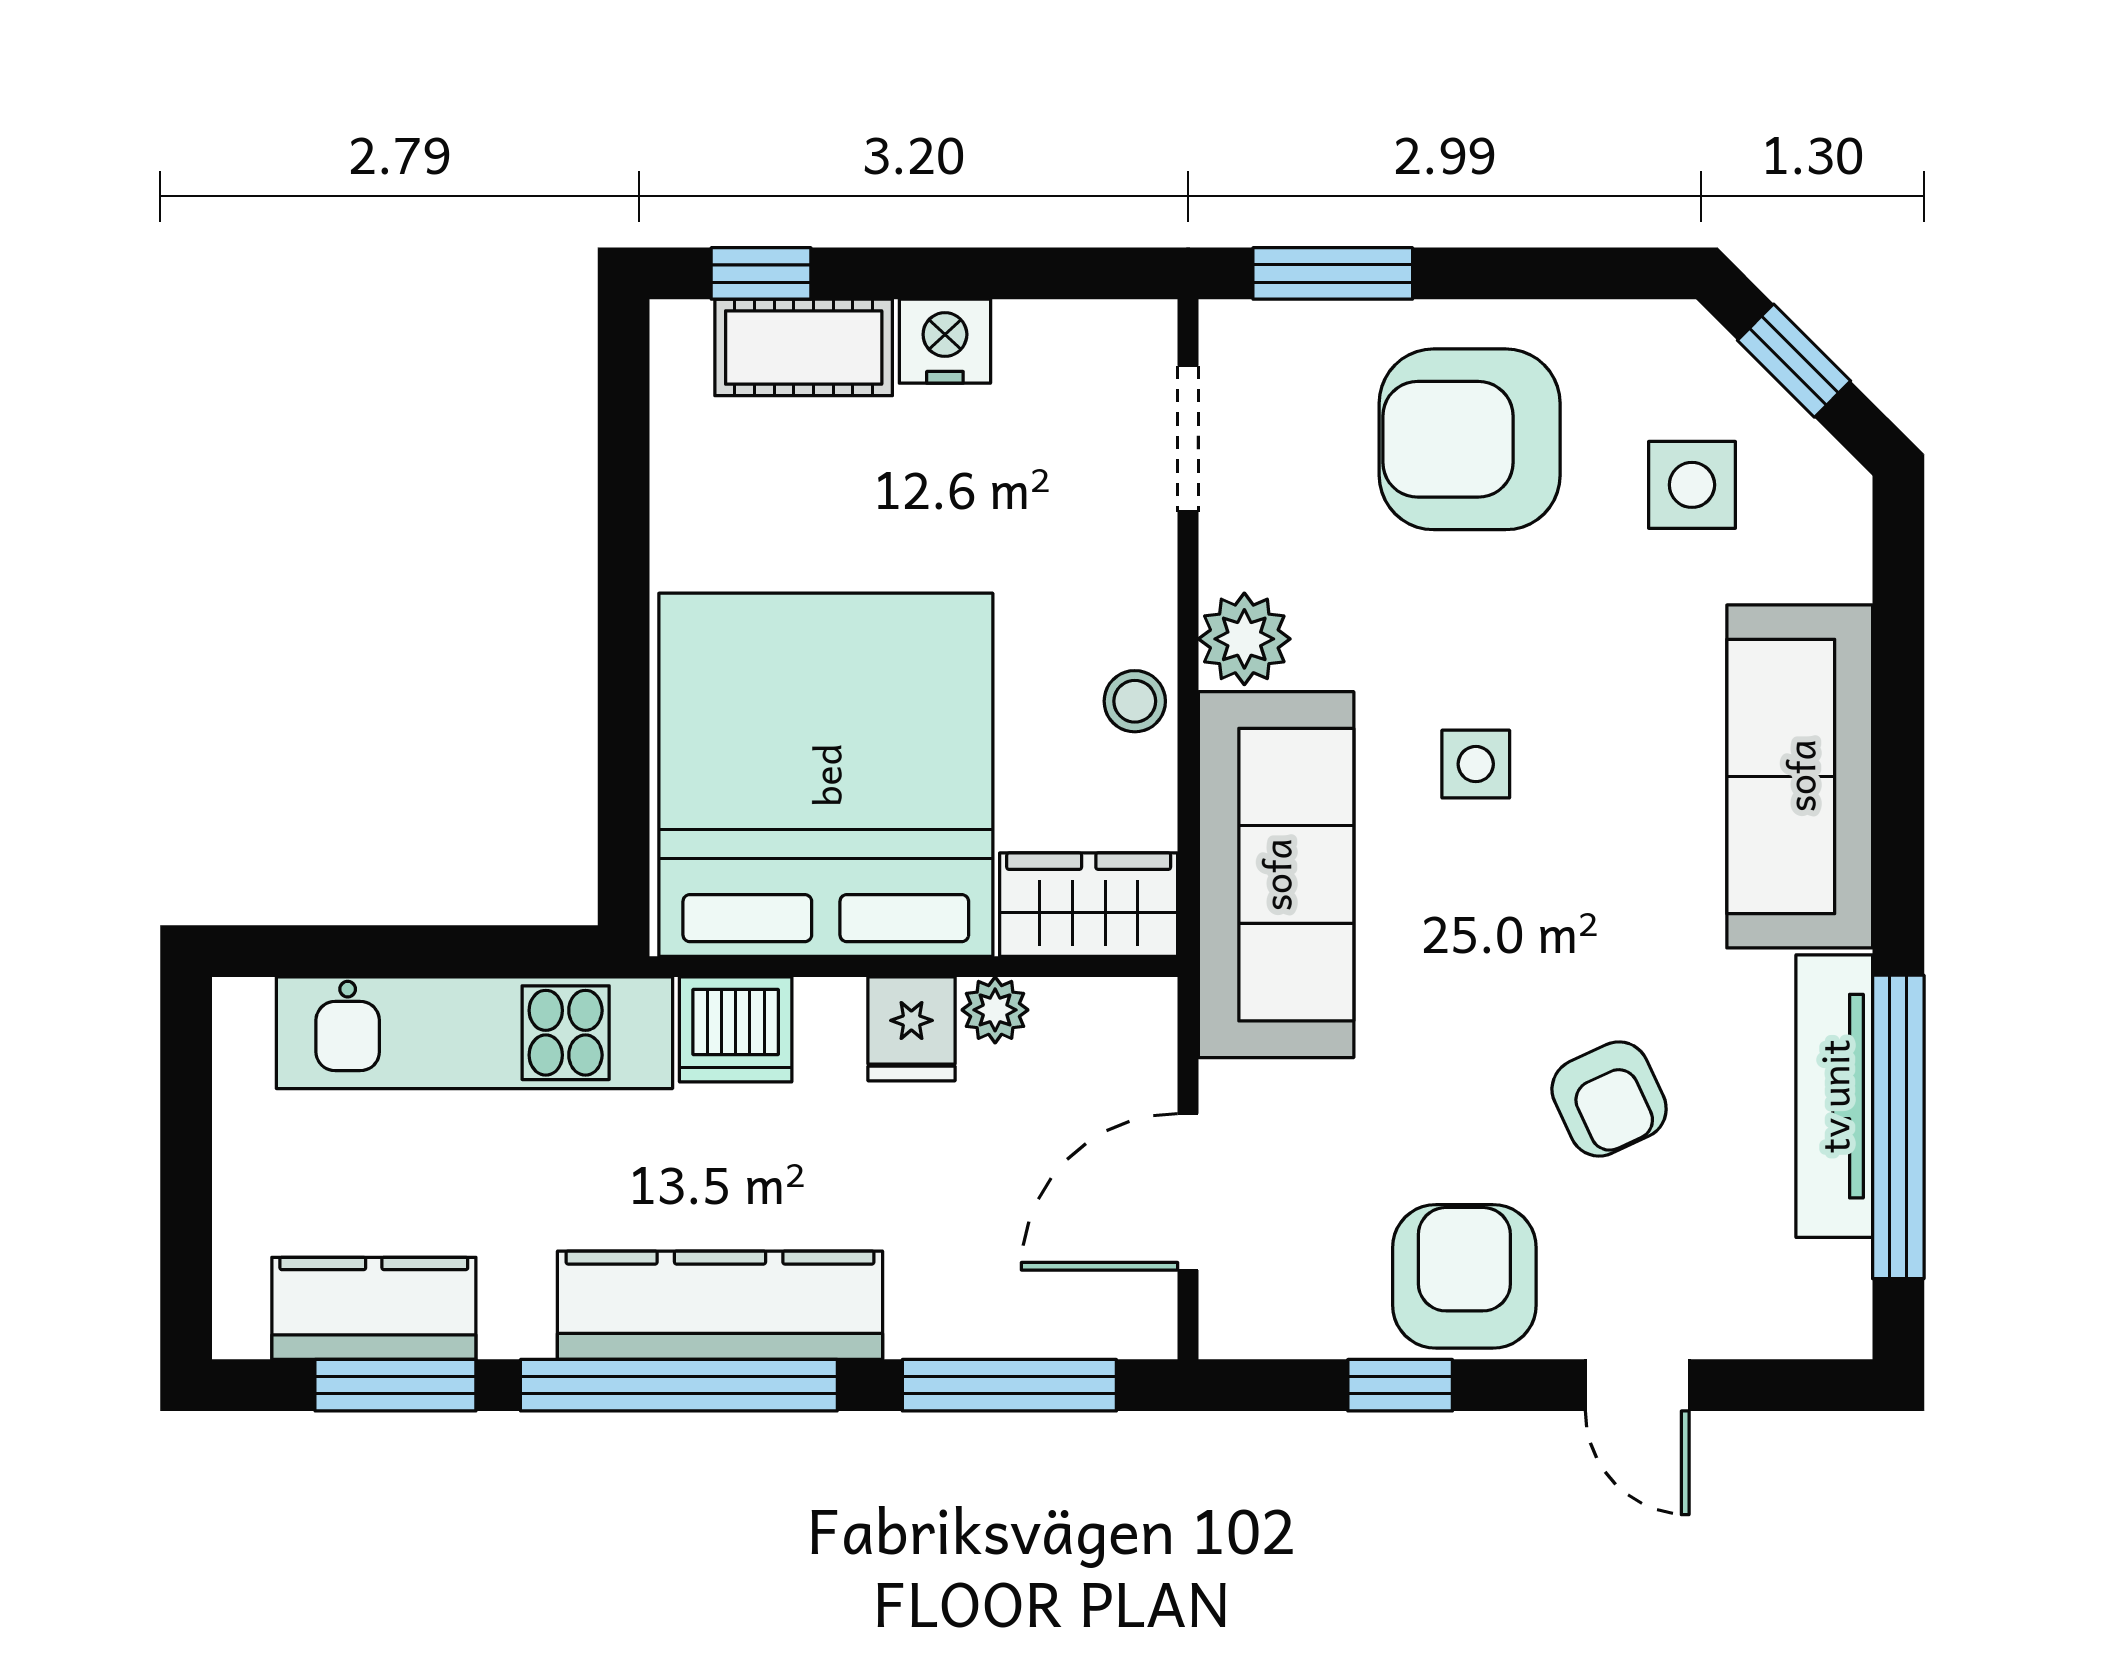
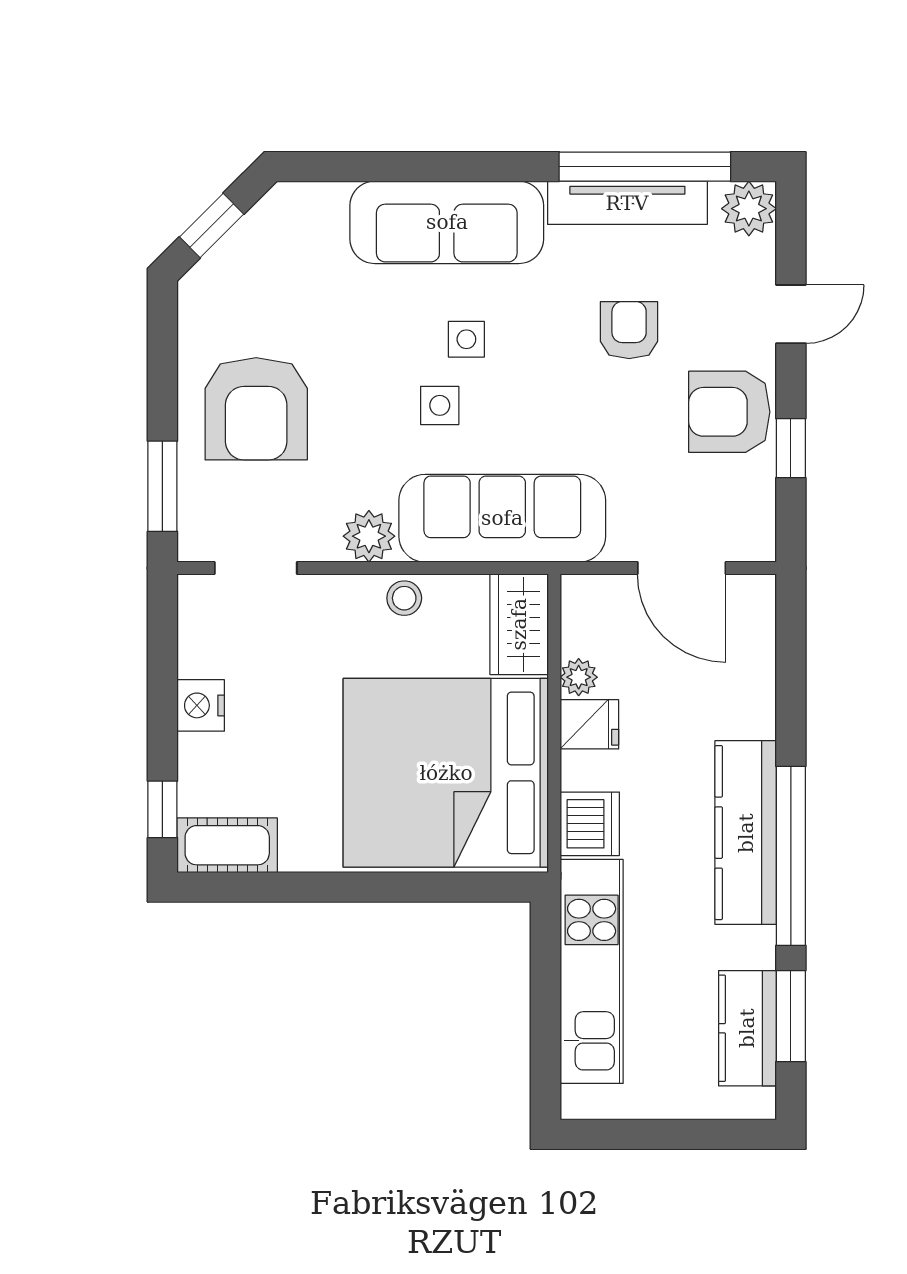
cot: (804, 347) -> (227, 845), moved, turned 90
side table: (1692, 485) -> (466, 339), moved, width x0.73, depth x0.73
armchair: (1609, 1099) -> (629, 330), turned -65
plant: (1824, 1311) -> (749, 209), added
window: (1009, 1385) -> (791, 669), removed

